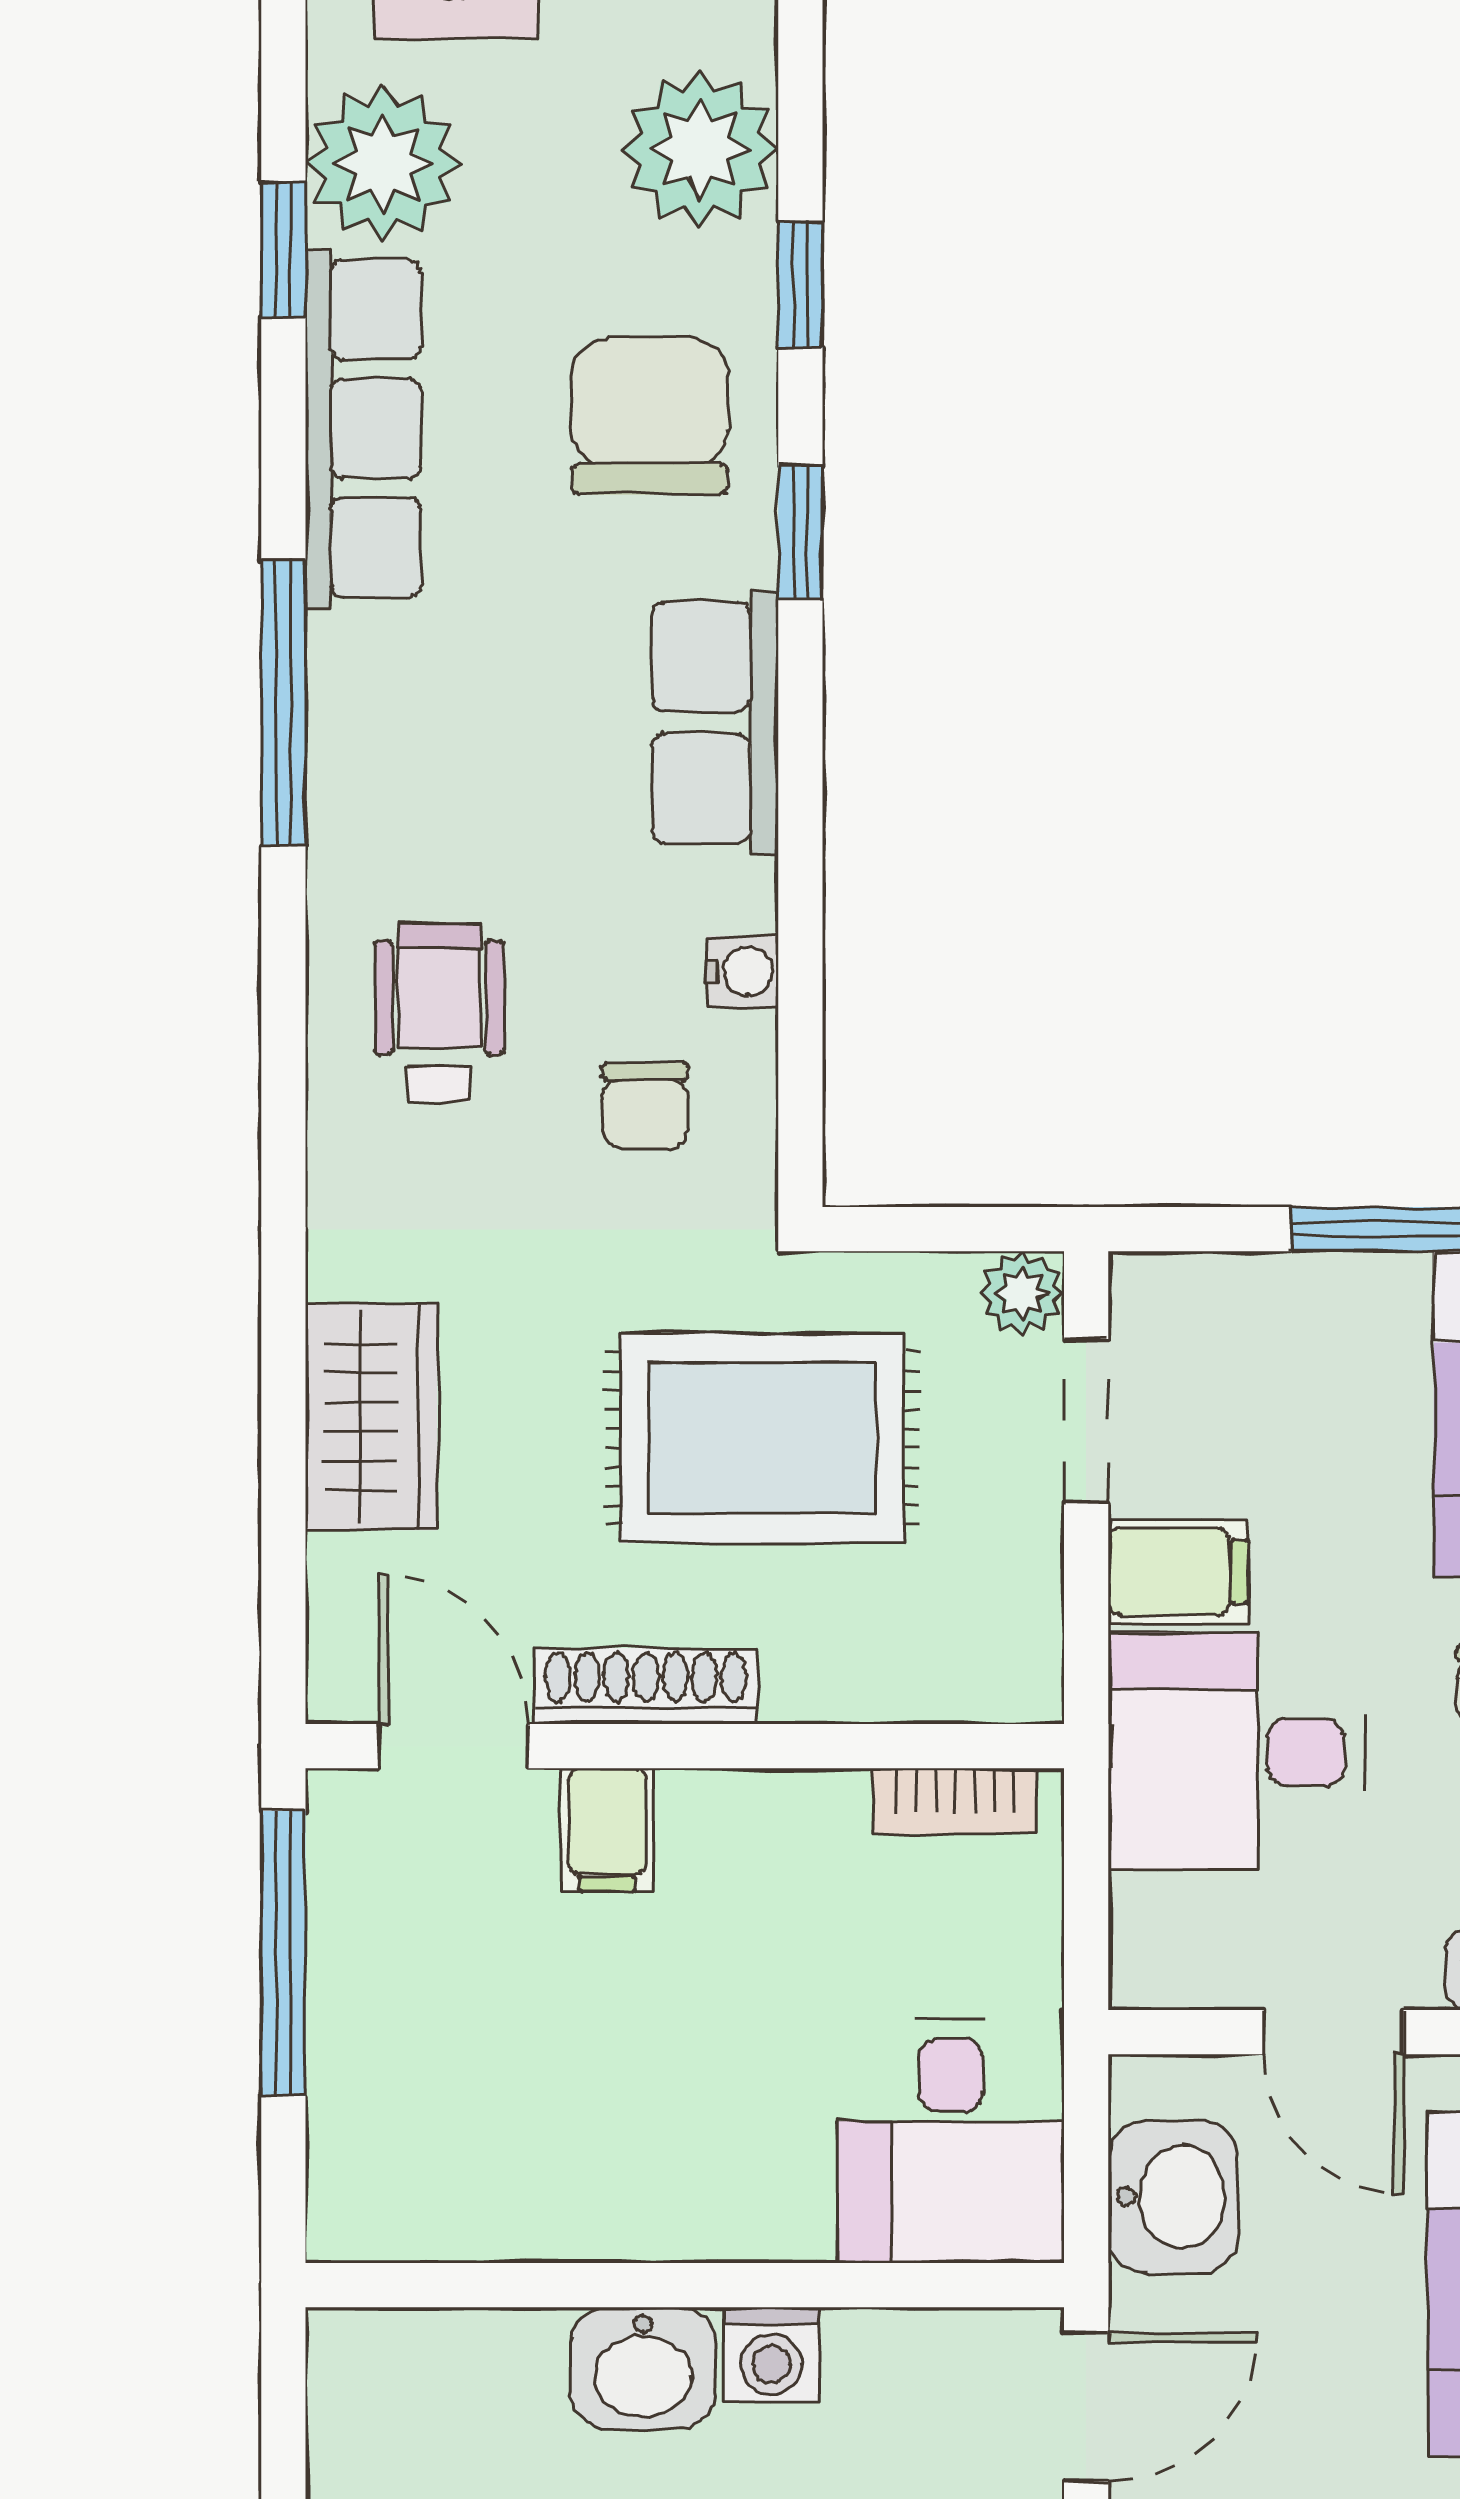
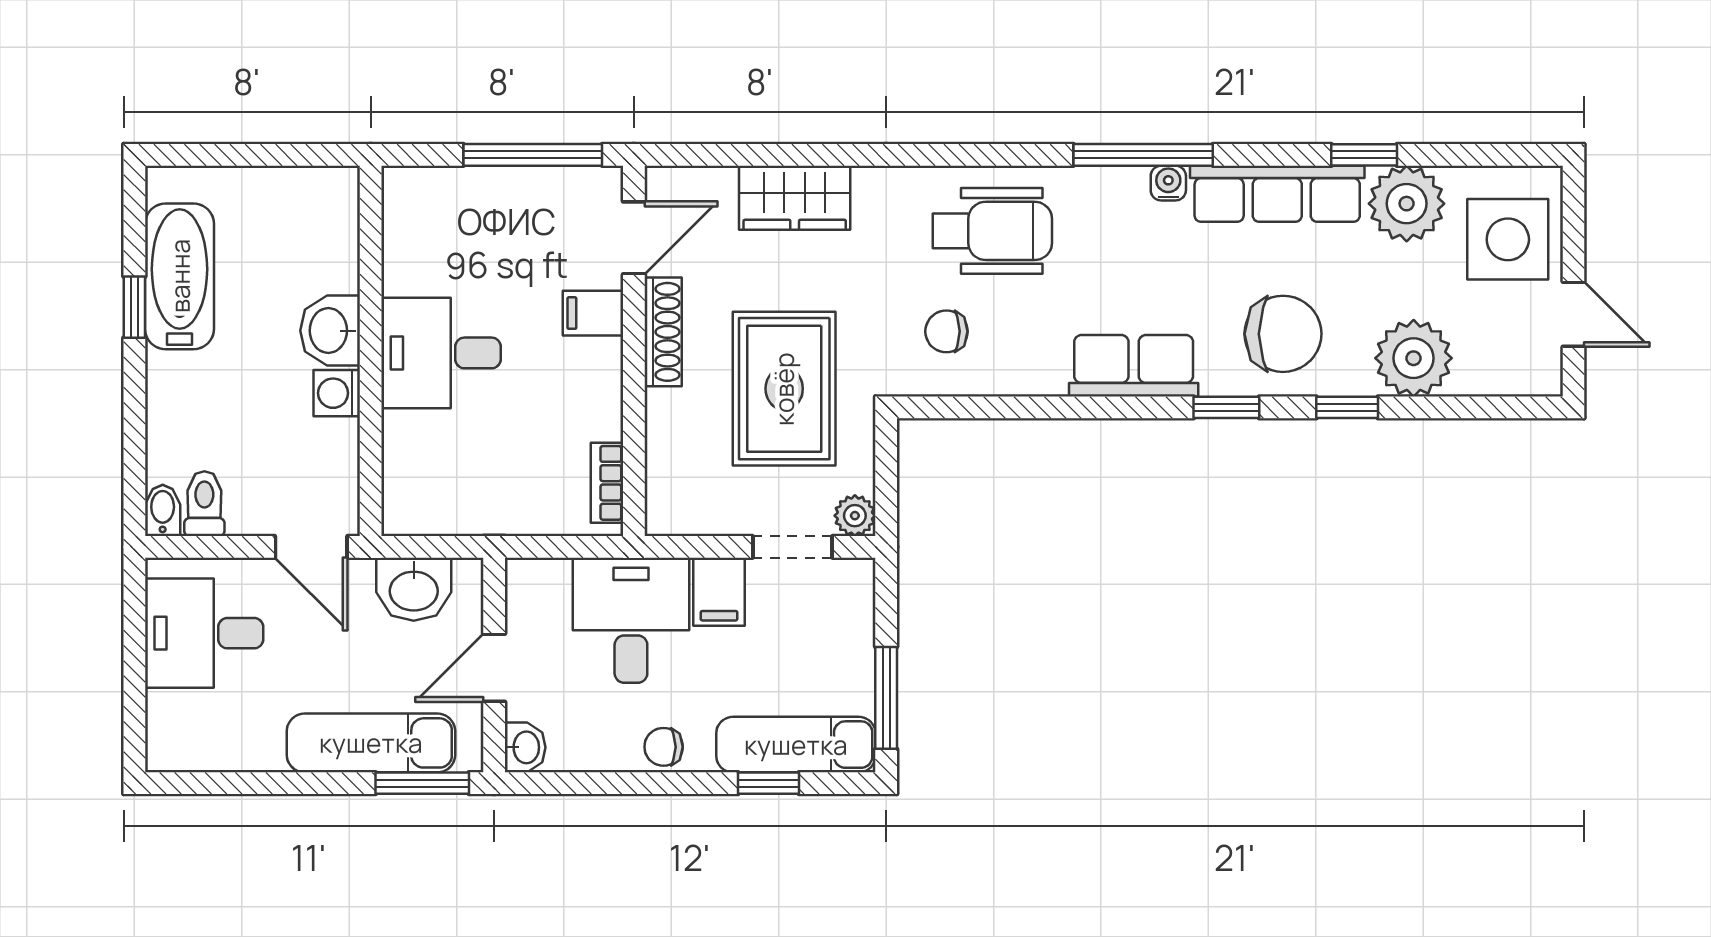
water cooler: (742, 972) -> (1168, 183), moved, turned 180
wheelchair: (439, 1012) -> (992, 231), width x1.36, depth x1.37
desk: (951, 2141) -> (441, 353), moved

